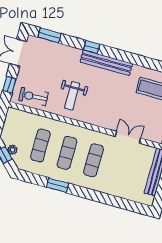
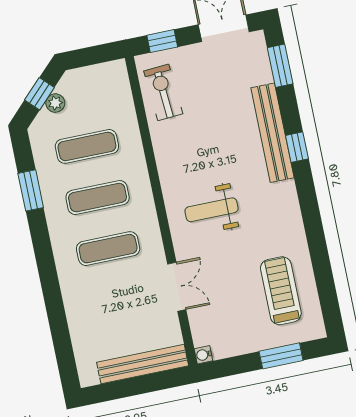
bench: (106, 63) -> (272, 133), moved
weight bench: (72, 96) -> (211, 210), moved
window: (58, 185) -> (31, 190), moved

